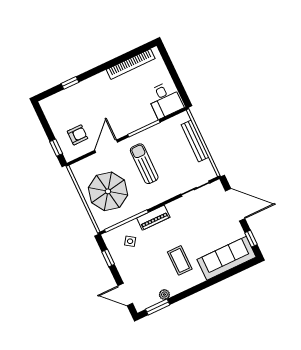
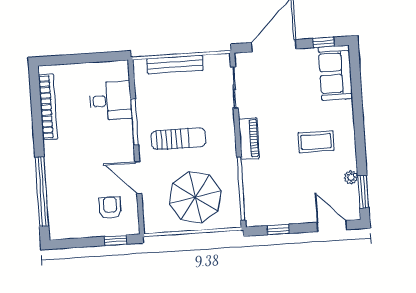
window: (70, 83) -> (42, 192), width x3.17
desk: (165, 100) -> (110, 101), moved
sun lounger: (144, 164) -> (178, 139), turned 180
piano: (153, 218) -> (249, 138), moved
side table: (130, 241) -> (268, 194), removed
sofa: (227, 258) -> (335, 73), width x0.73
door: (125, 295) -> (332, 226), swing flipped

